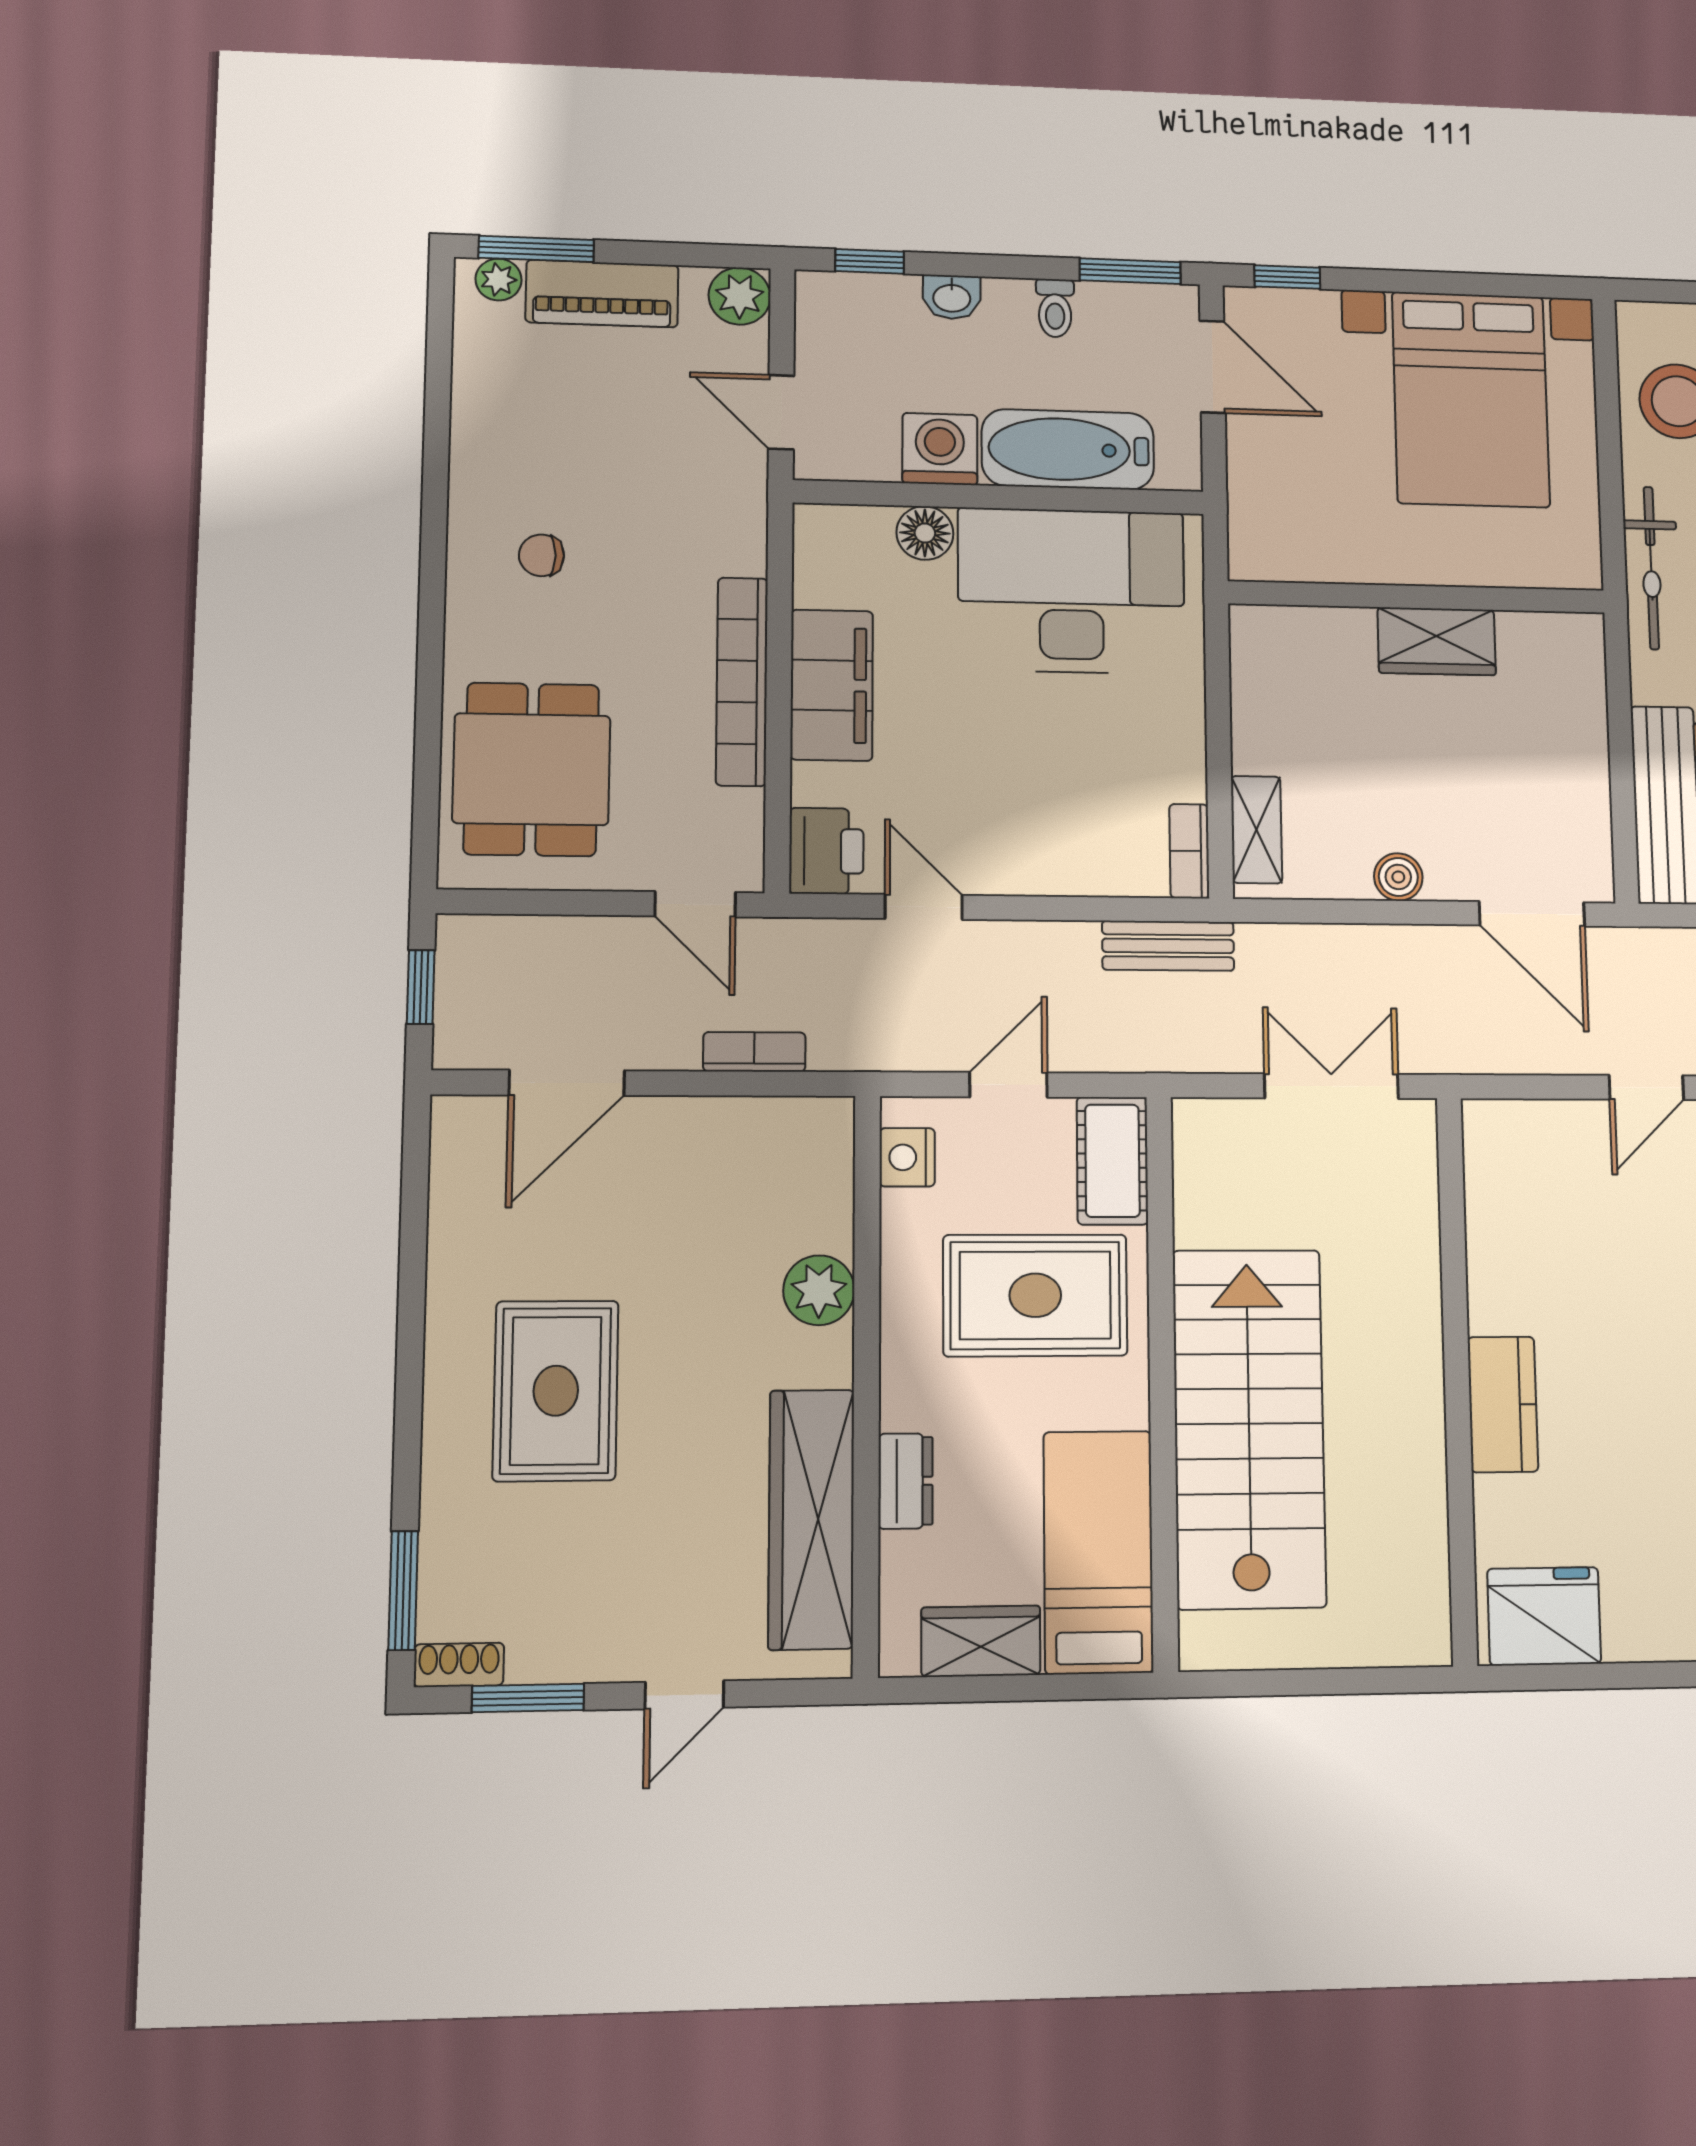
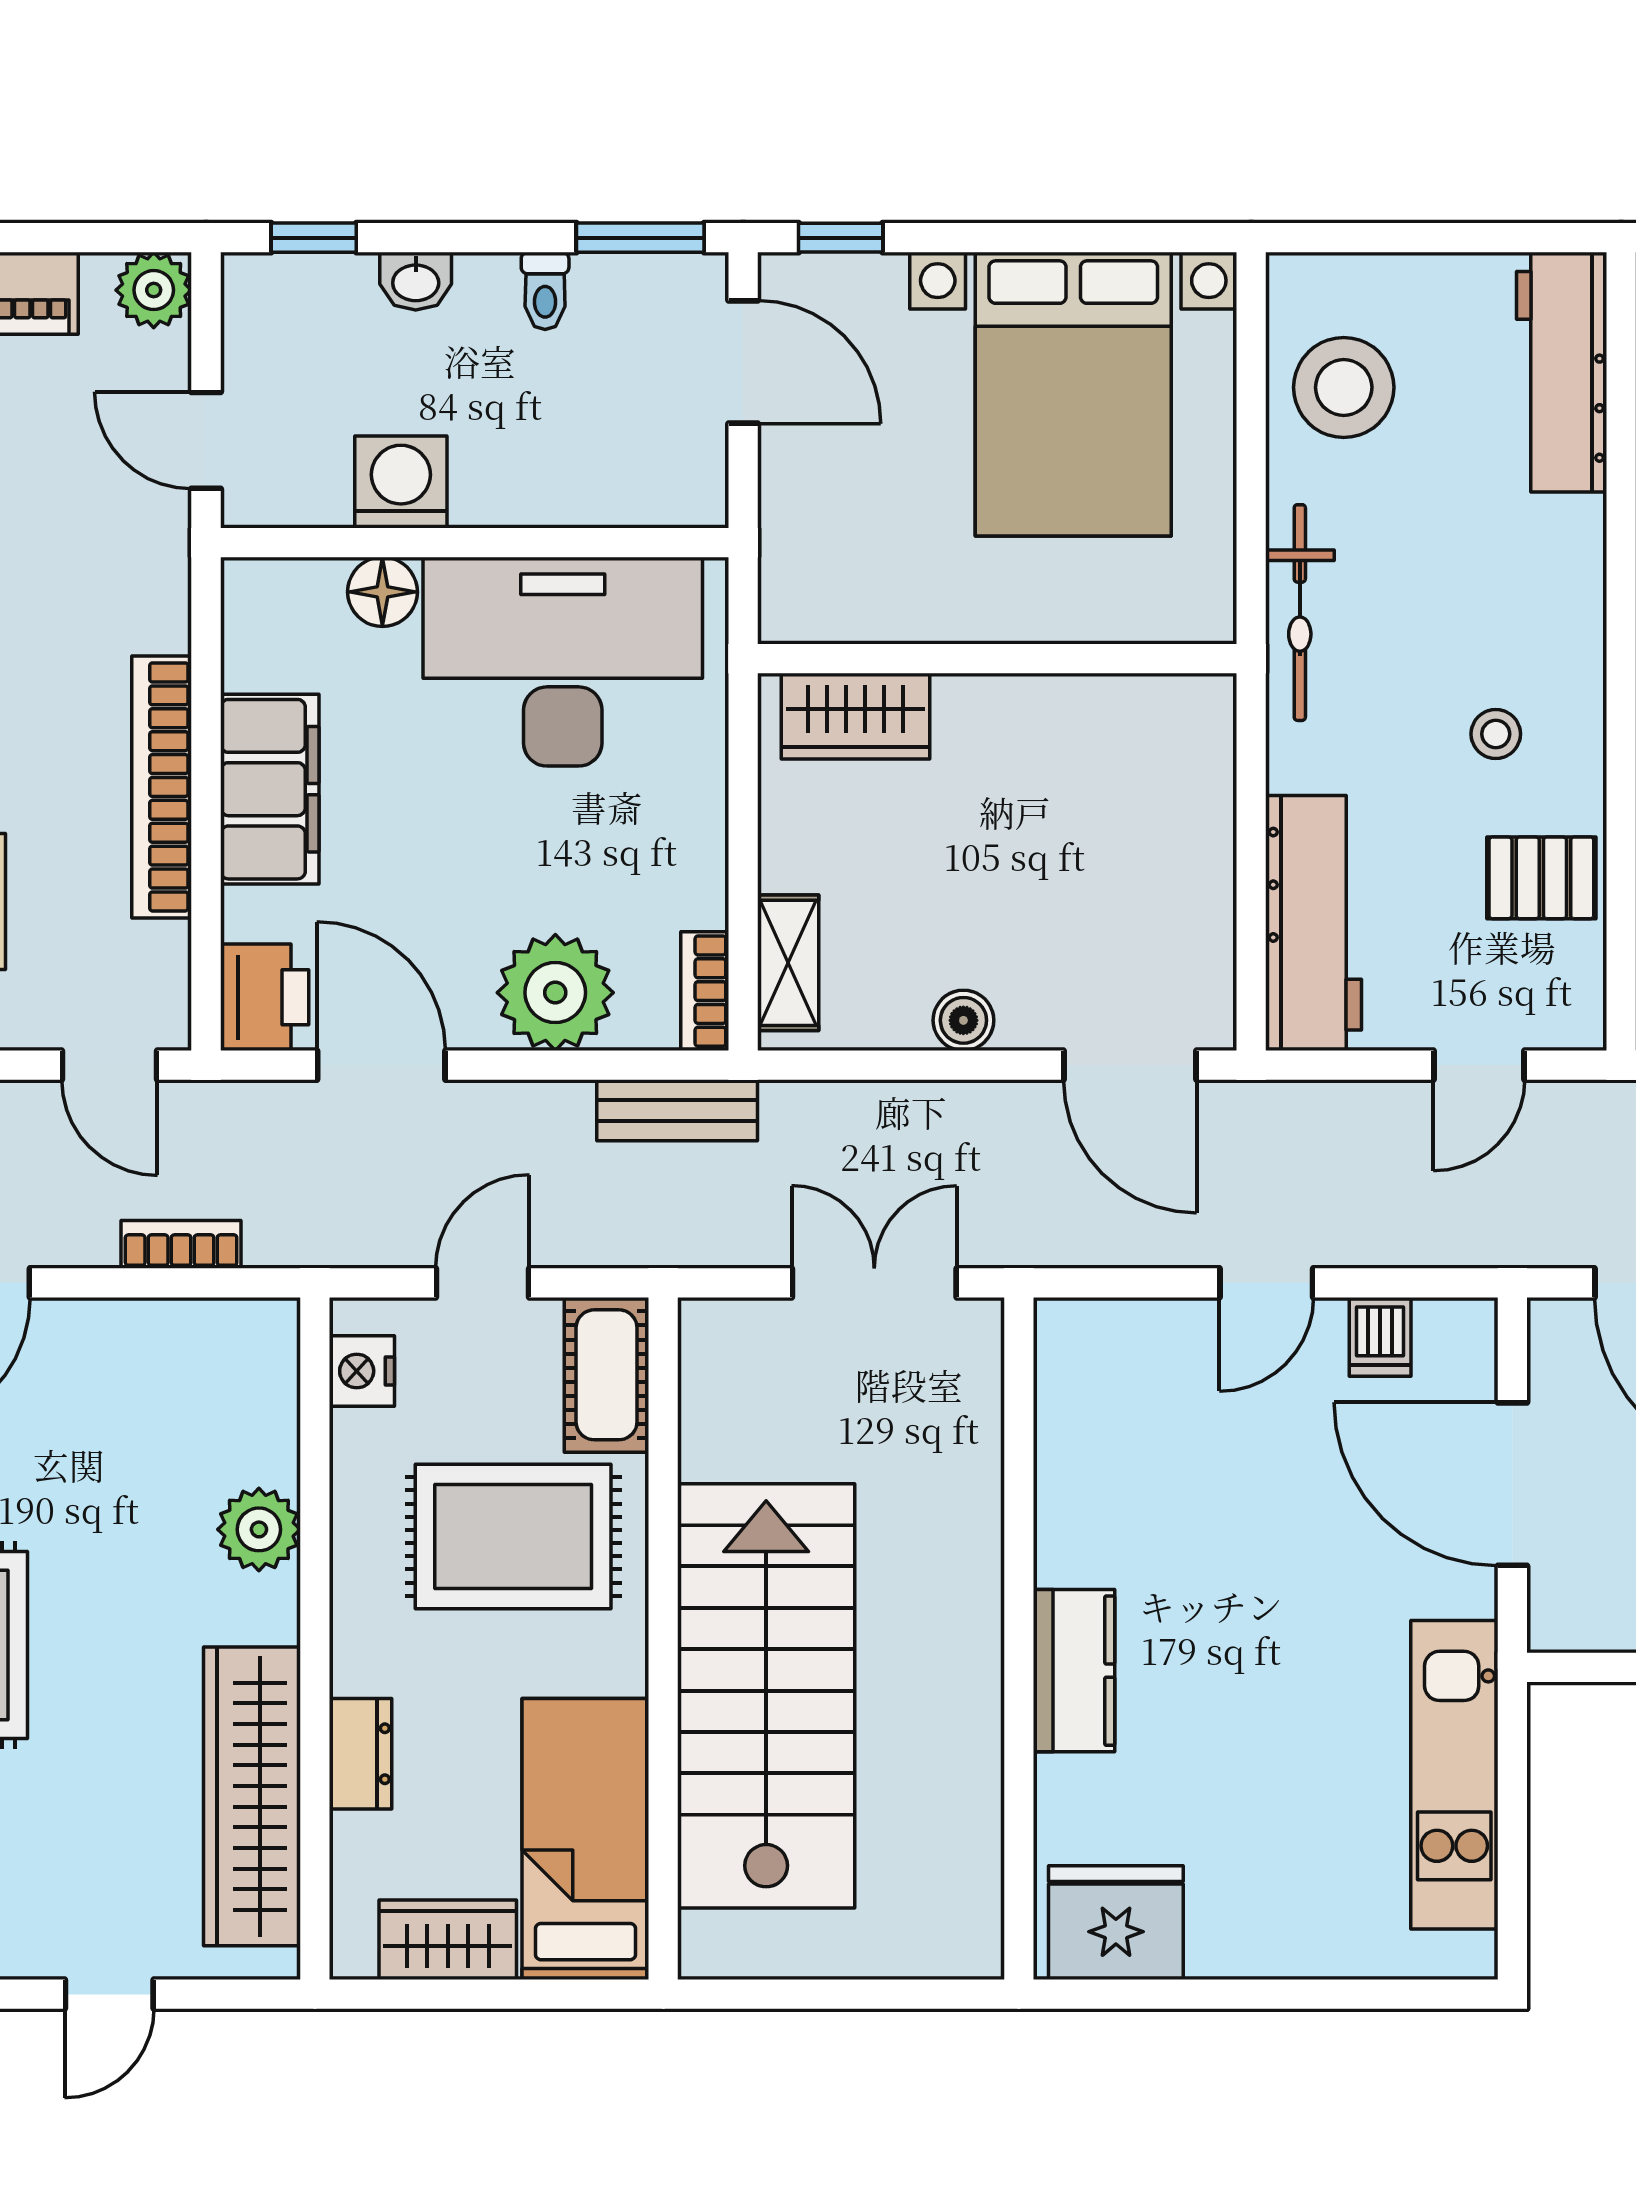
bathtub: (1068, 449) -> (560, 478), removed
wardrobe: (1437, 641) -> (856, 716), moved
plant: (1067, 851) -> (555, 993), added
door: (924, 907) -> (381, 1065), width x1.38

